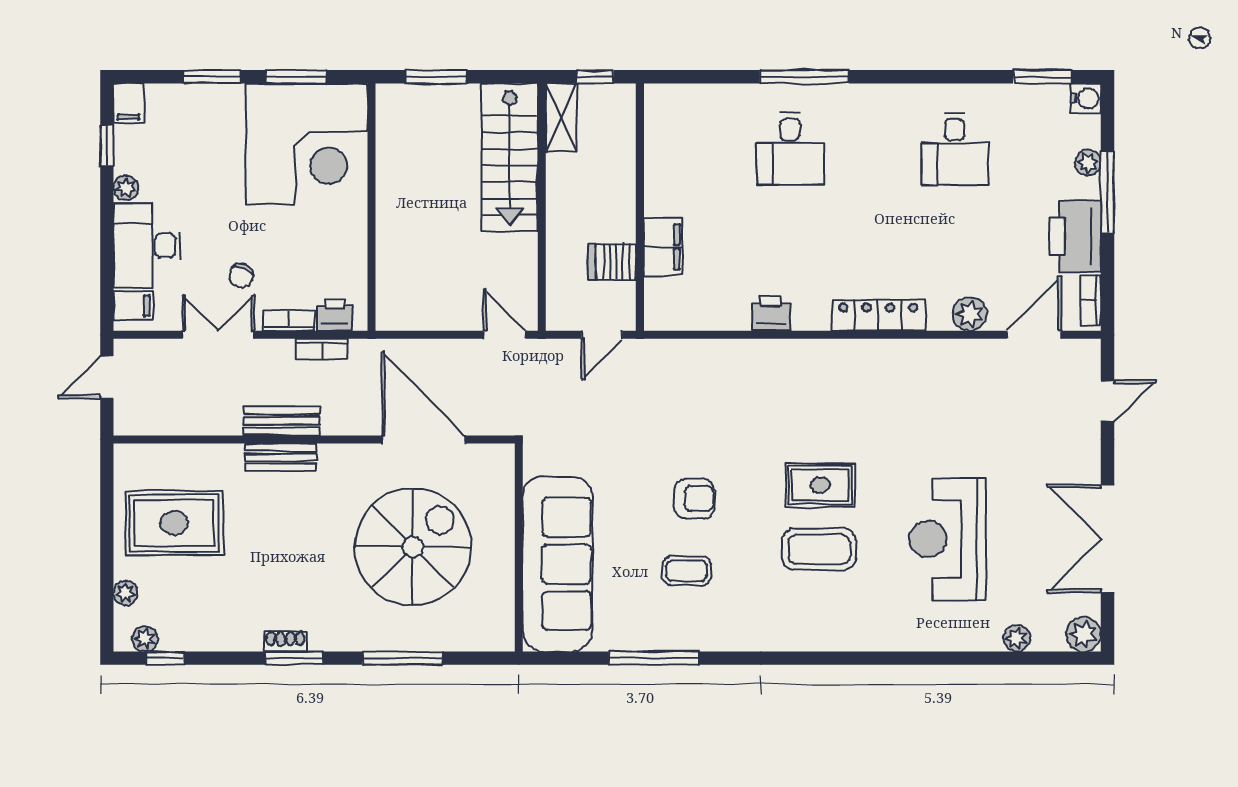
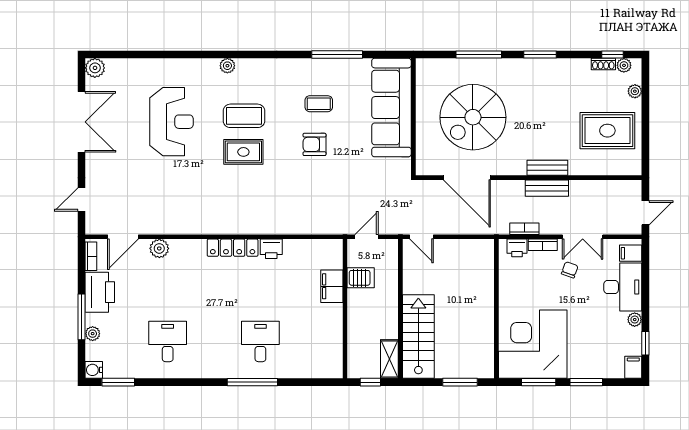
locker: (878, 315) -> (233, 248), moved
plant: (1017, 638) -> (227, 66), moved
shoe rack: (285, 641) -> (603, 64), moved

